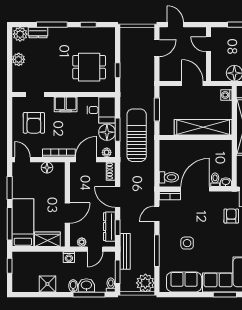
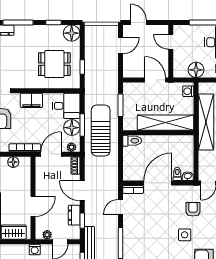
floor lamp: (107, 35) -> (72, 33), added
toilet: (169, 177) -> (132, 141), moved
dresser: (109, 227) -> (74, 215), width x0.70
side table: (187, 243) -> (185, 235), moved

